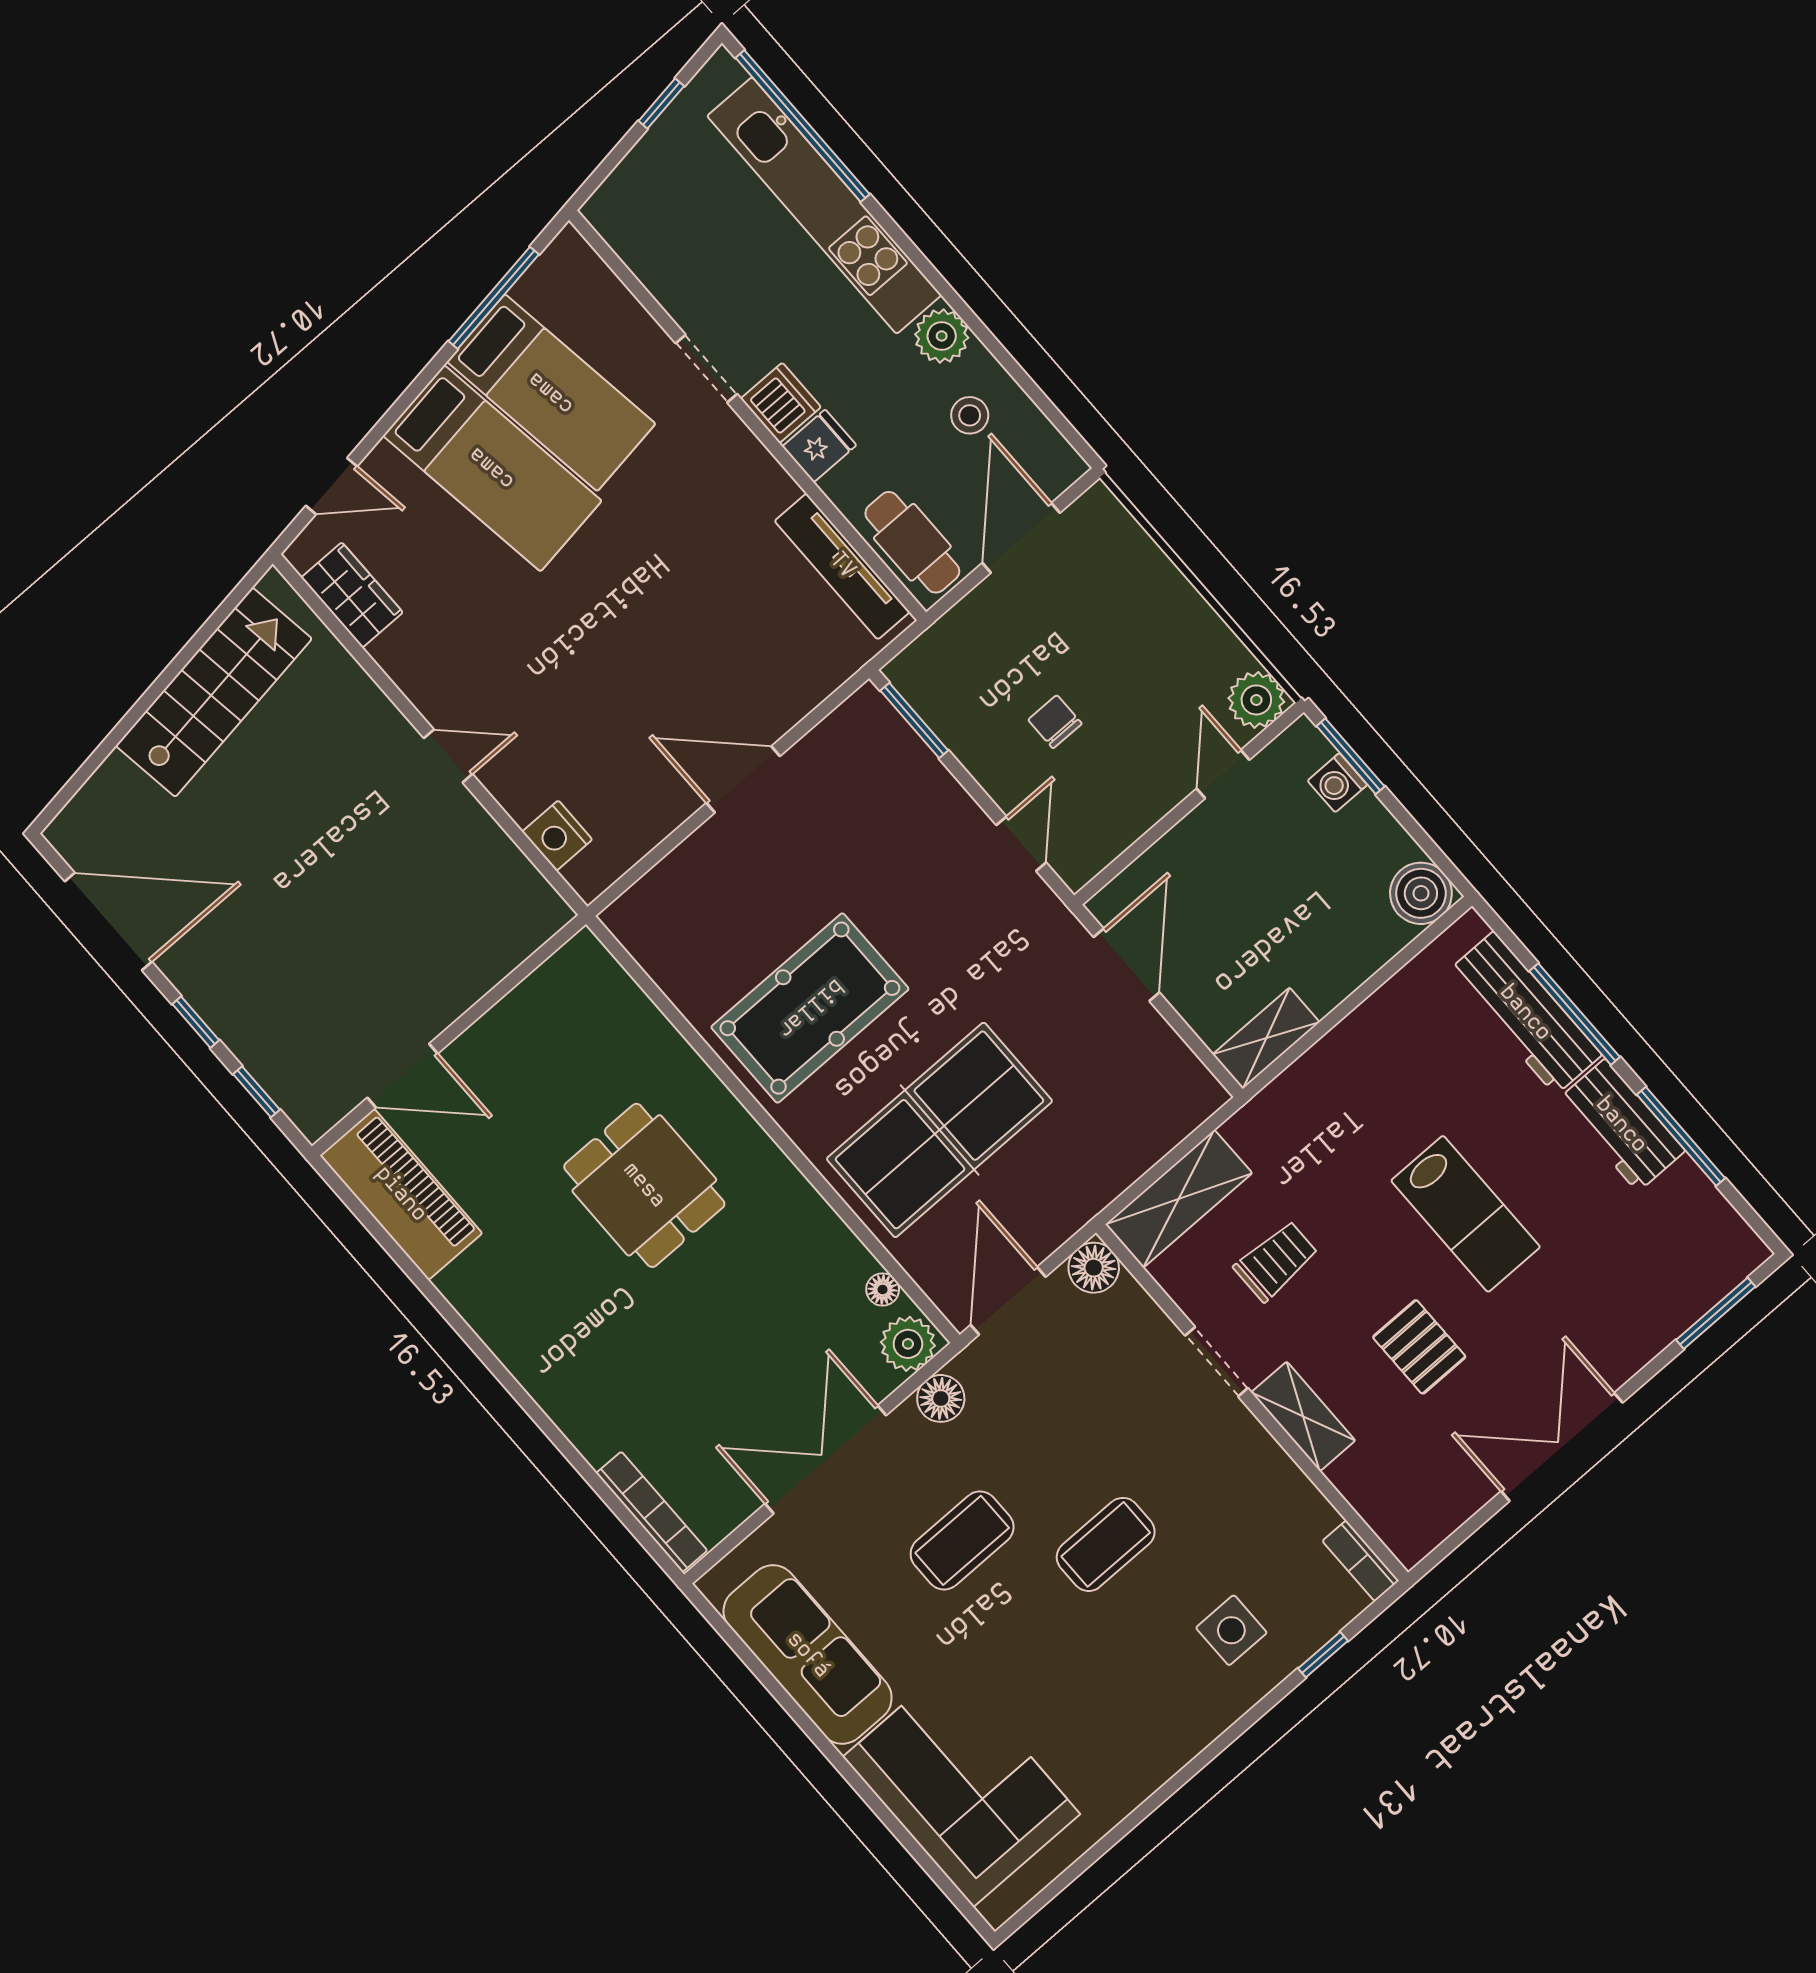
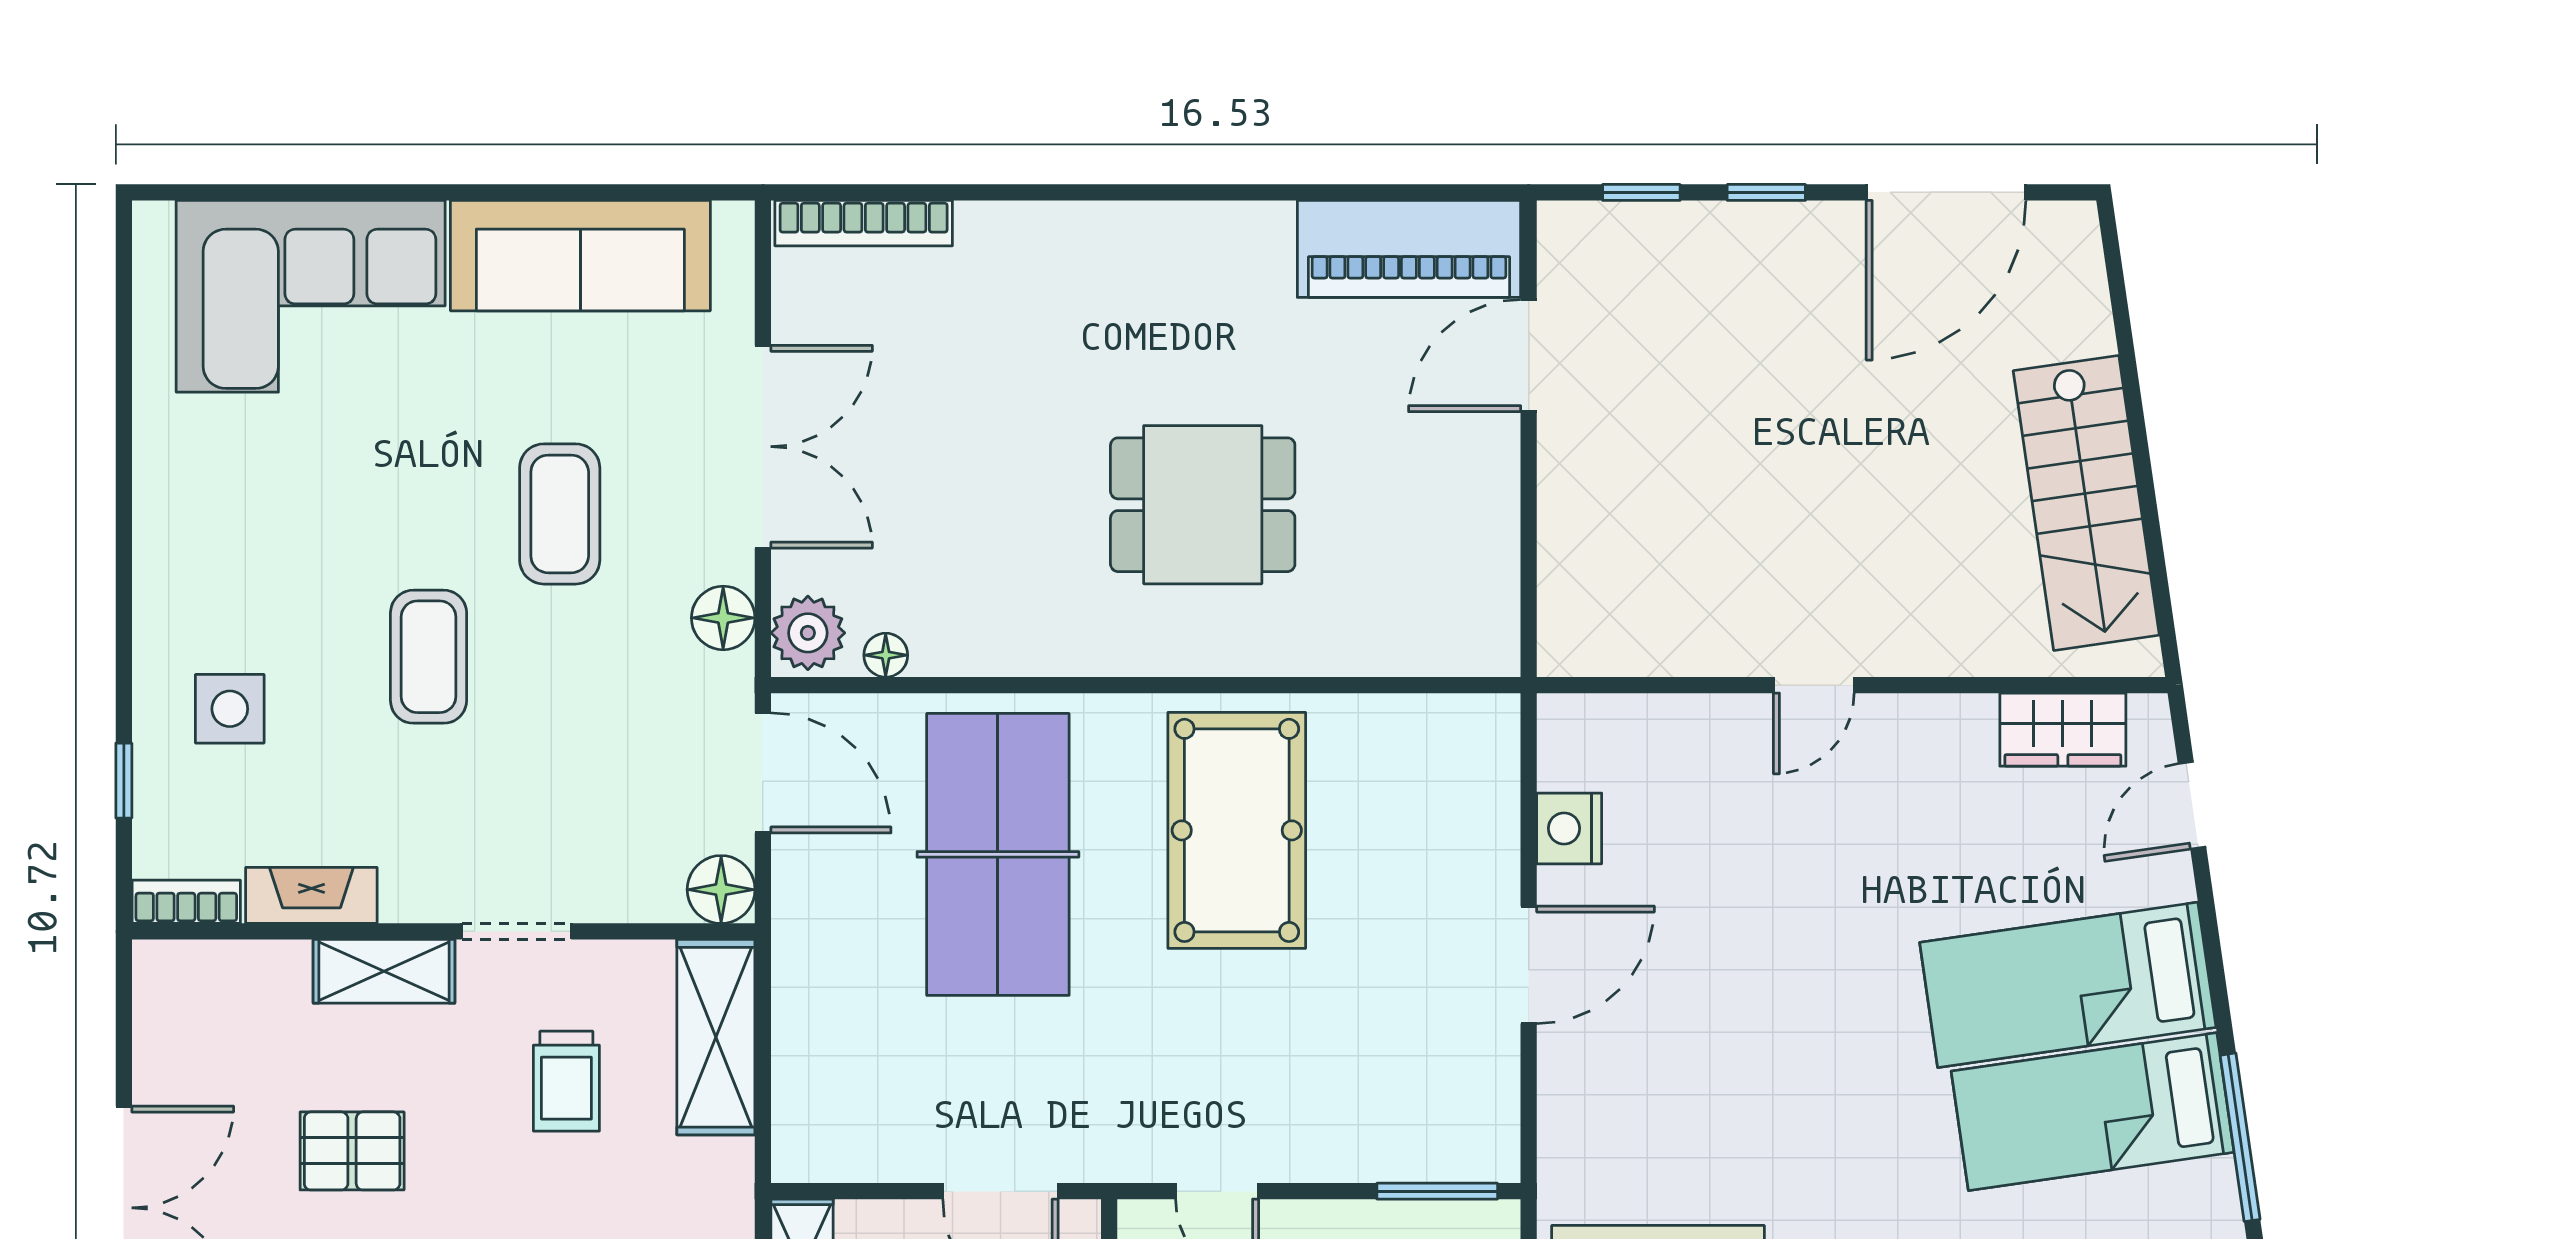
nightstand: (557, 836) -> (1569, 828), moved, turned -90
fireplace: (1296, 1494) -> (311, 895), added

